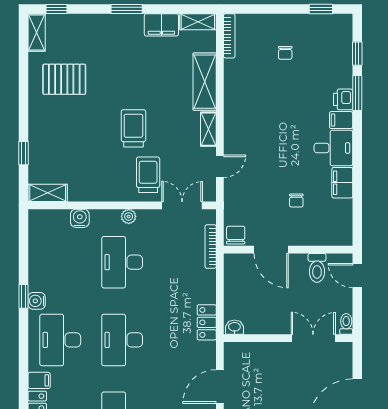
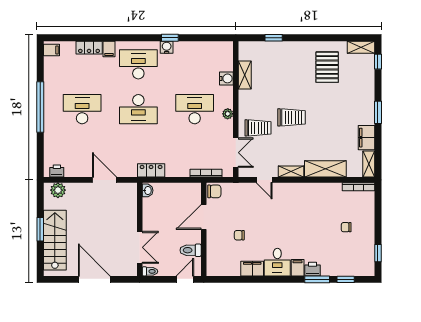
shelving: (48, 193) -> (245, 75), moved
desk: (122, 340) -> (138, 109), turned 180

